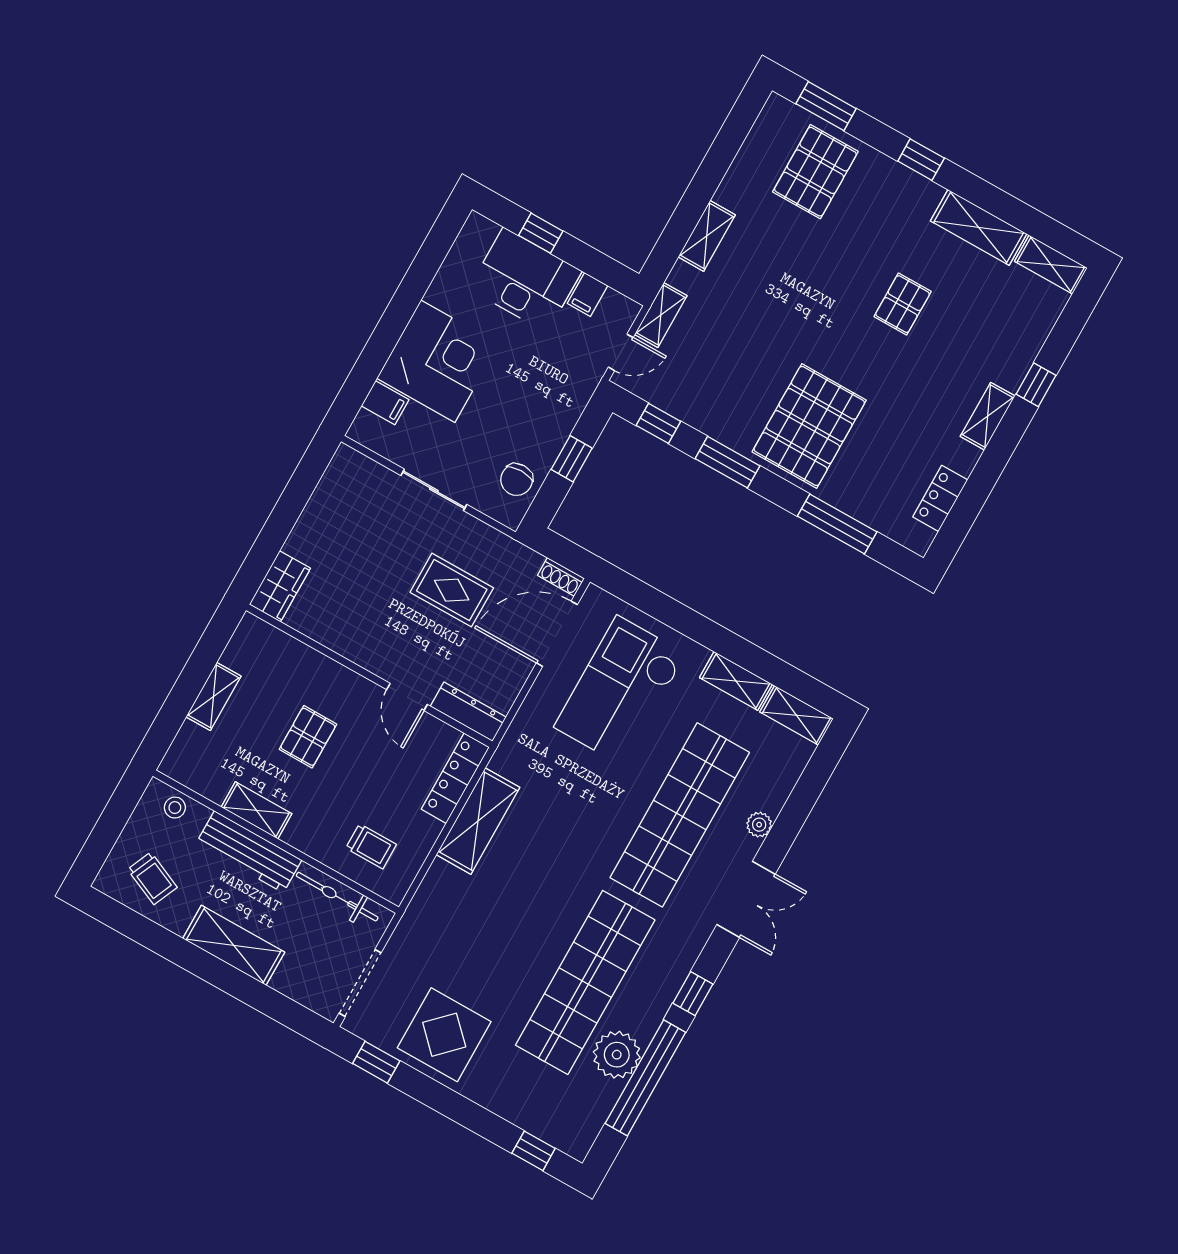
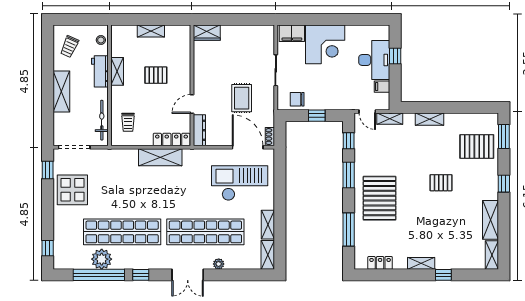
pallet: (903, 304) -> (441, 183), moved
filing cabinet: (385, 403) -> (292, 33), width x2.00
pallet: (809, 426) -> (380, 198), turned 90
workbench: (249, 852) -> (100, 71), width x0.73

